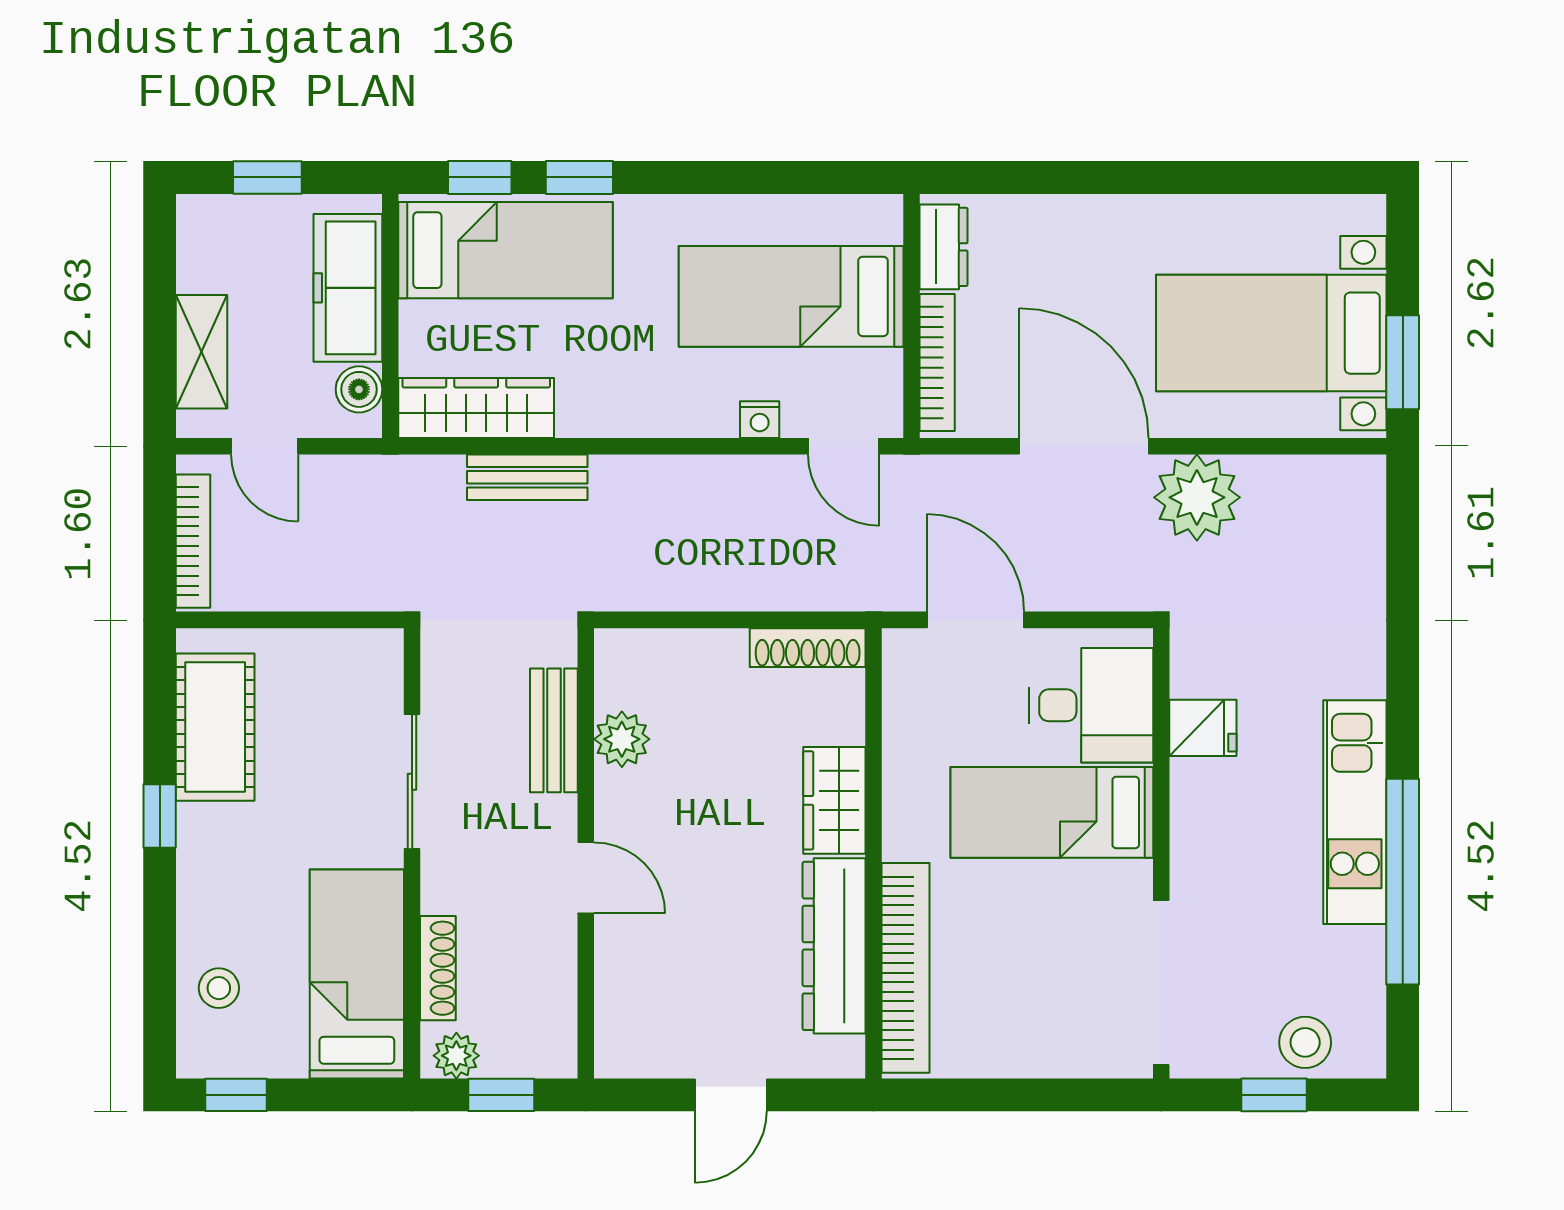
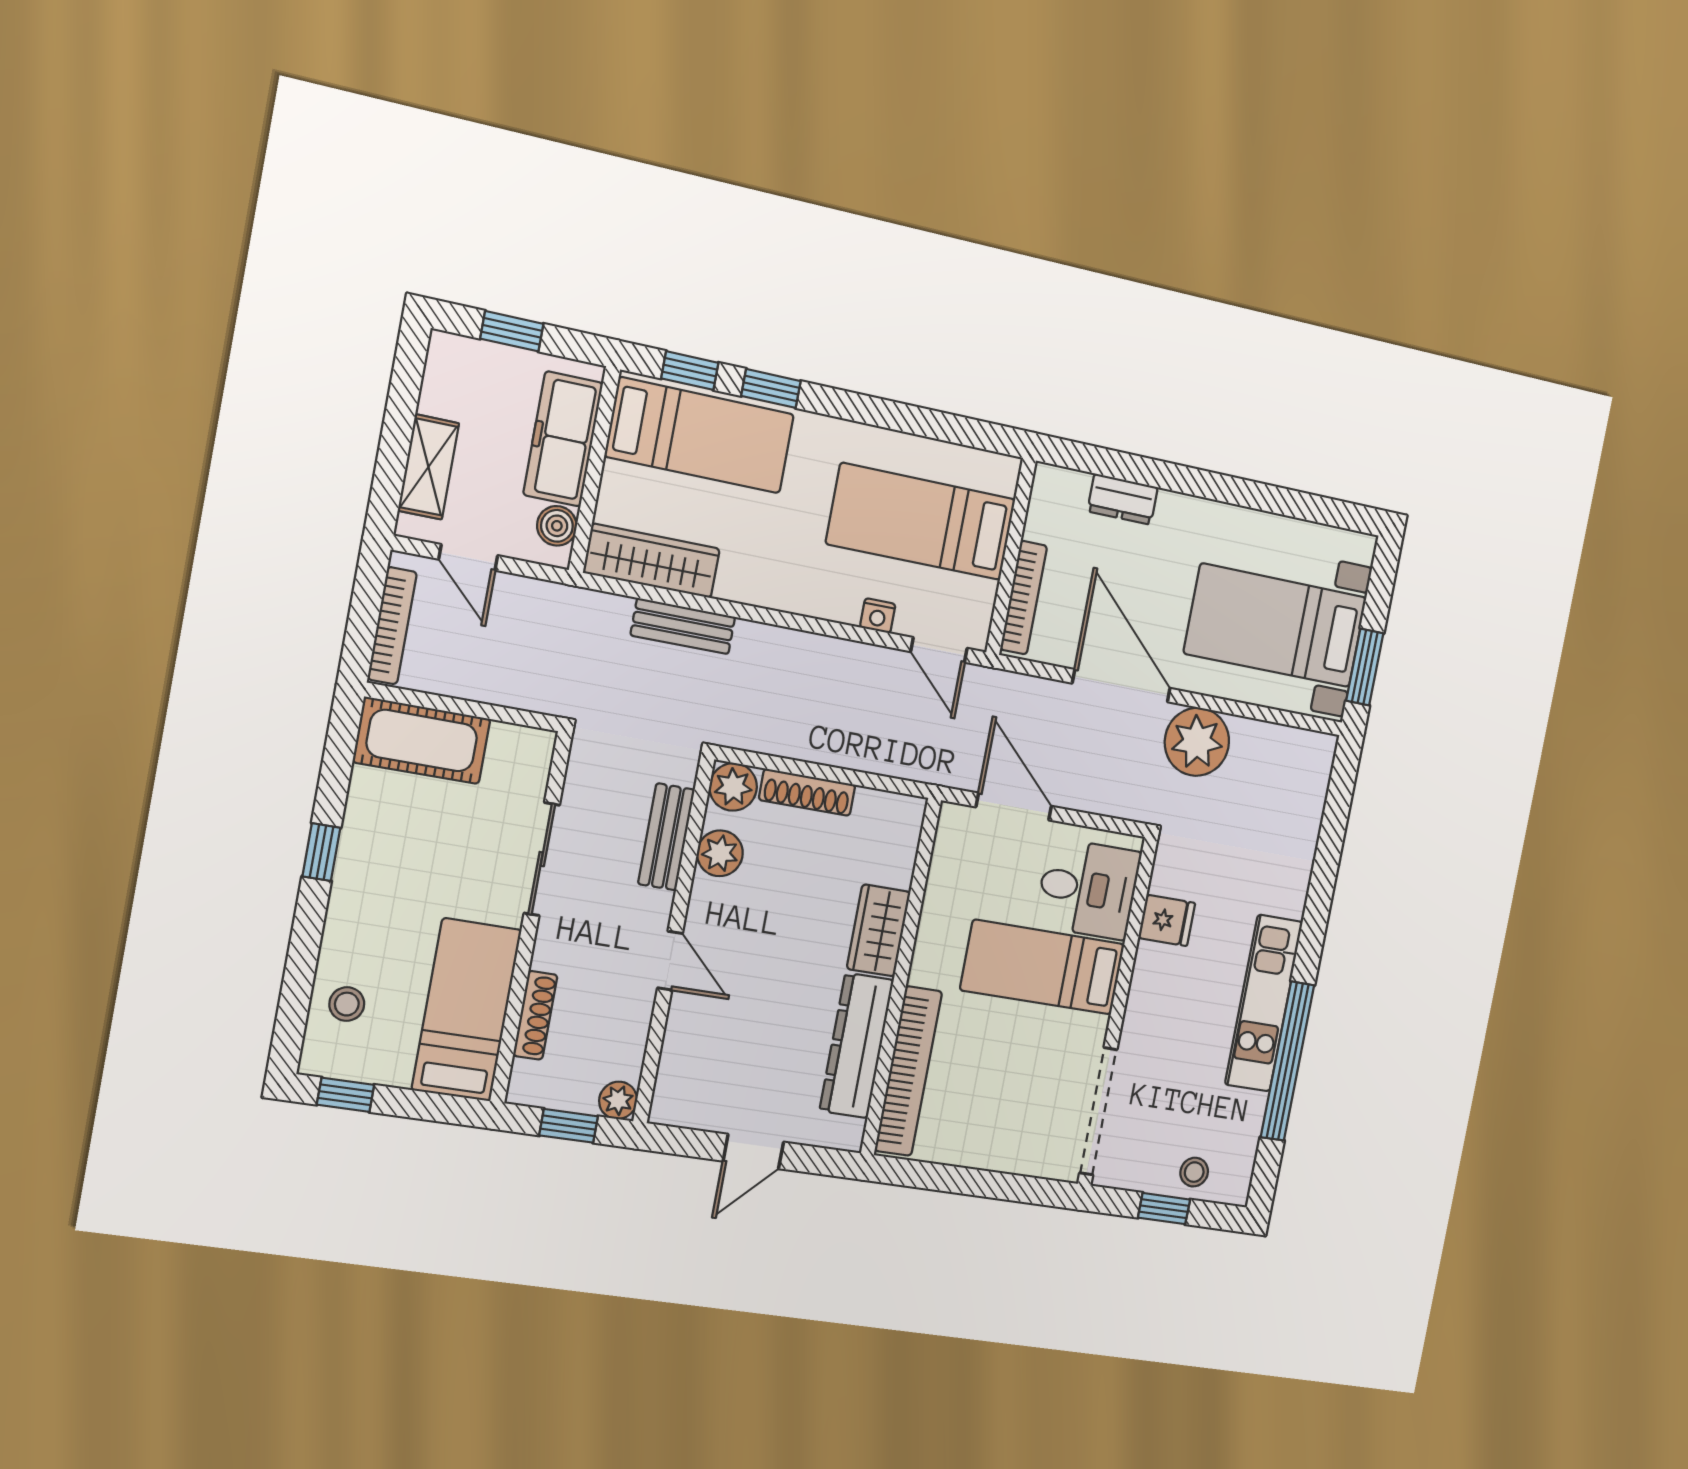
dresser: (944, 247) -> (1123, 499), moved, turned 90
shoe rack: (808, 648) -> (807, 792), moved
plant: (623, 657) -> (733, 787), added
cot: (215, 727) -> (422, 741), moved, turned 90
stool: (1305, 1042) -> (1194, 1172), width x0.73, depth x0.73
plant: (456, 1056) -> (618, 1100), moved

